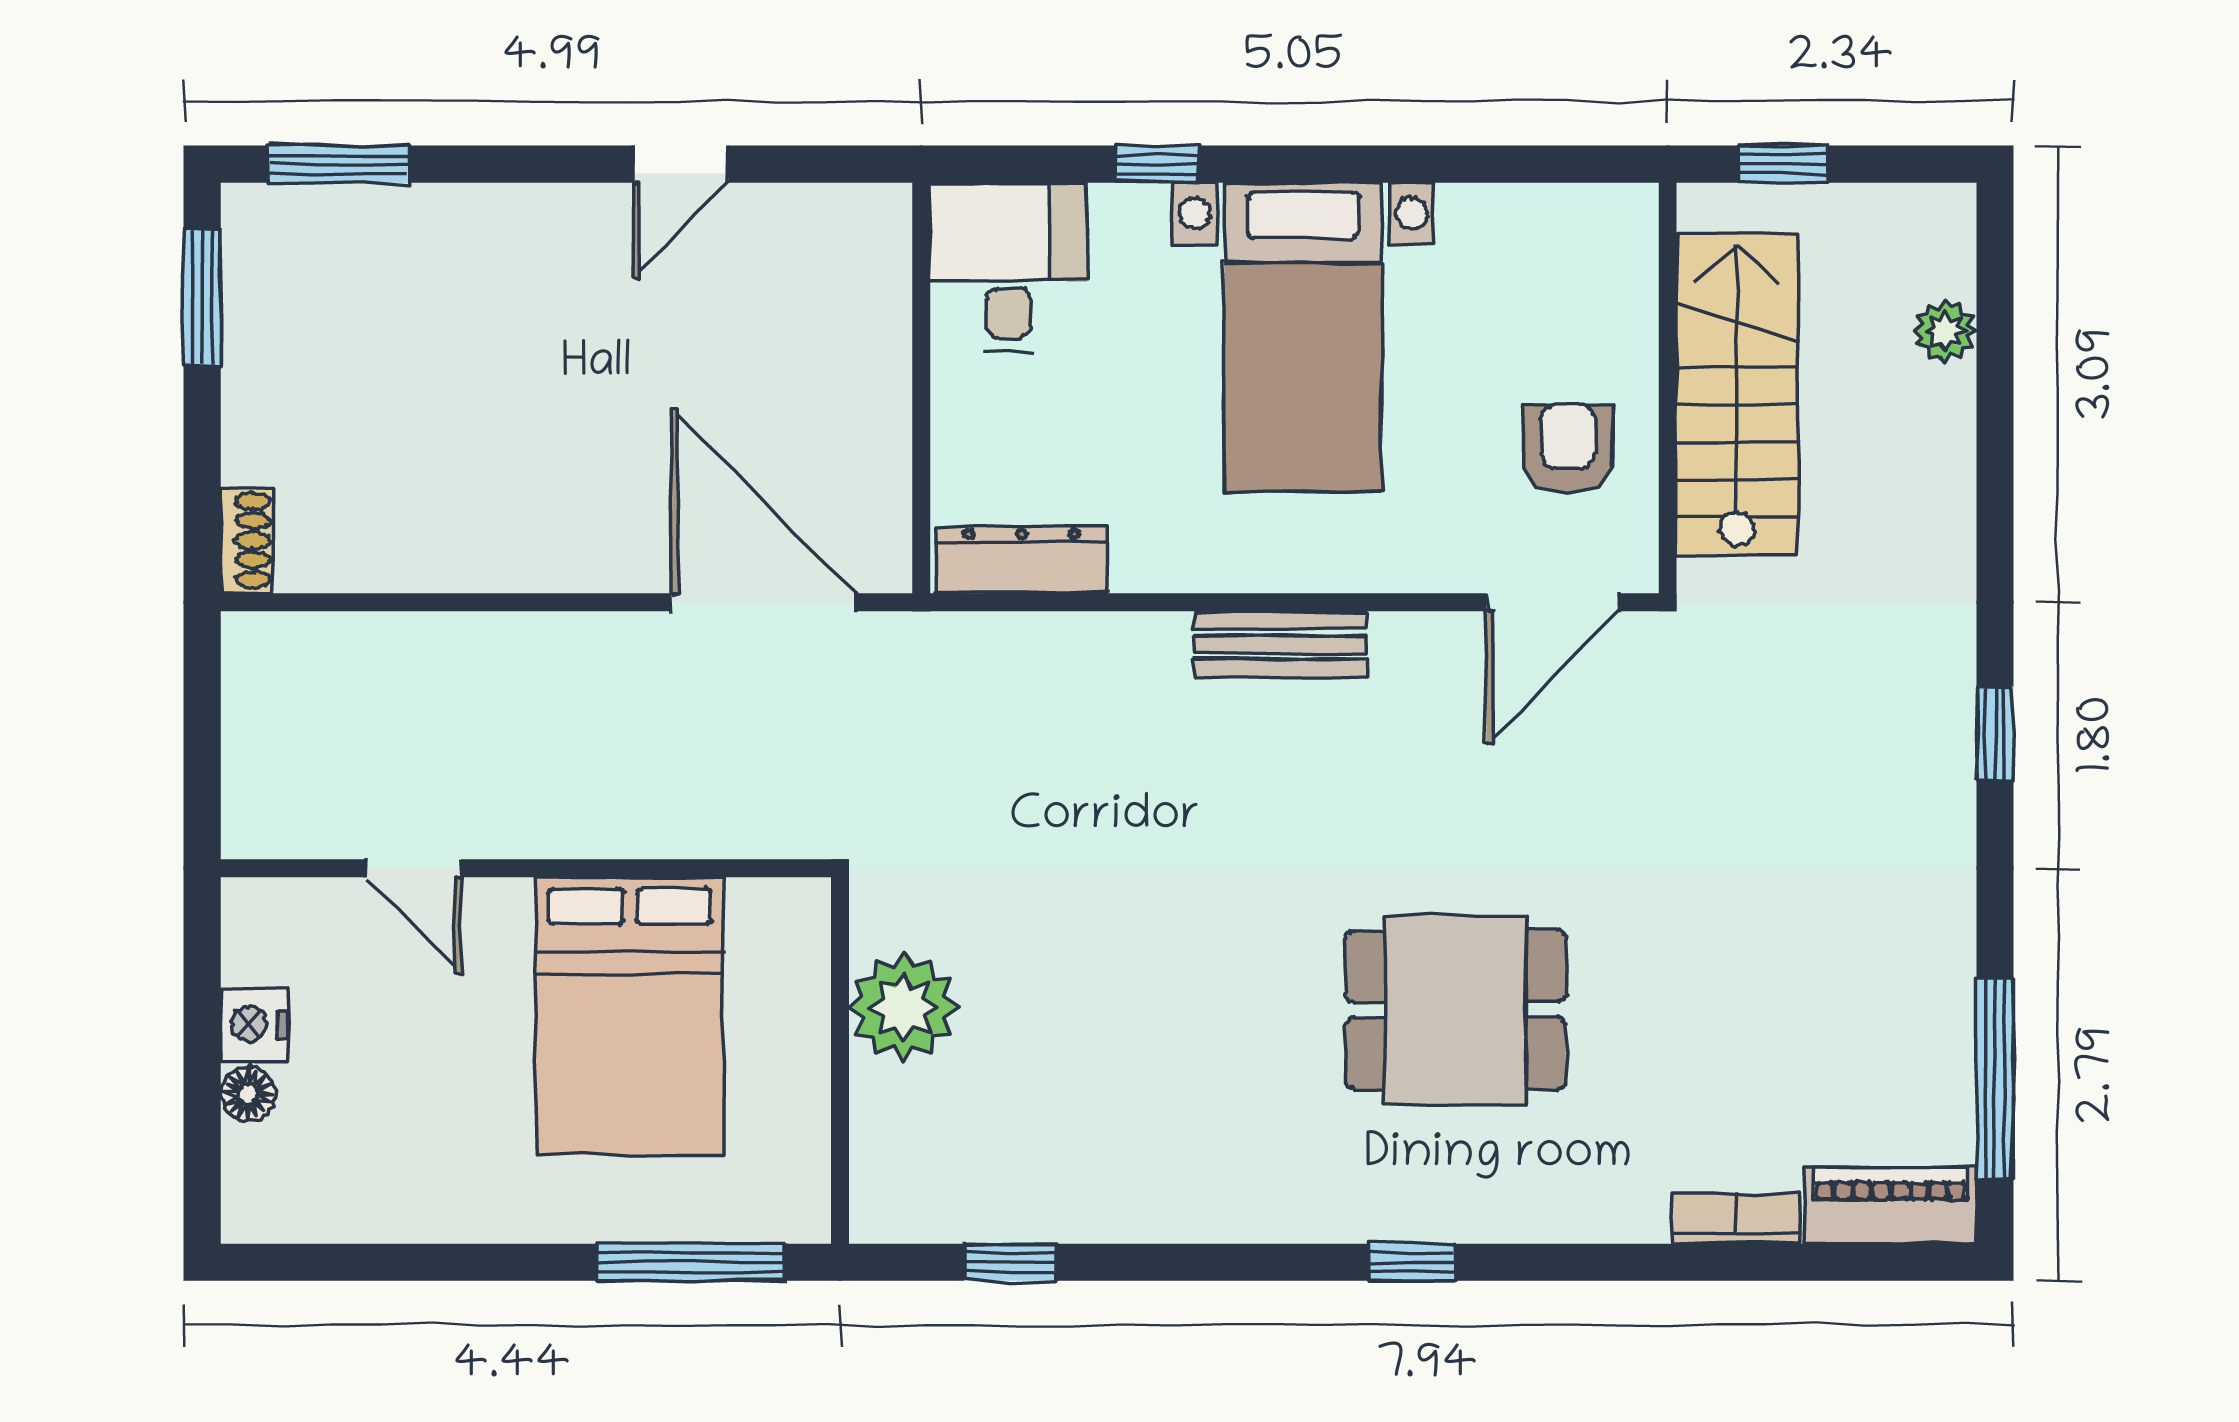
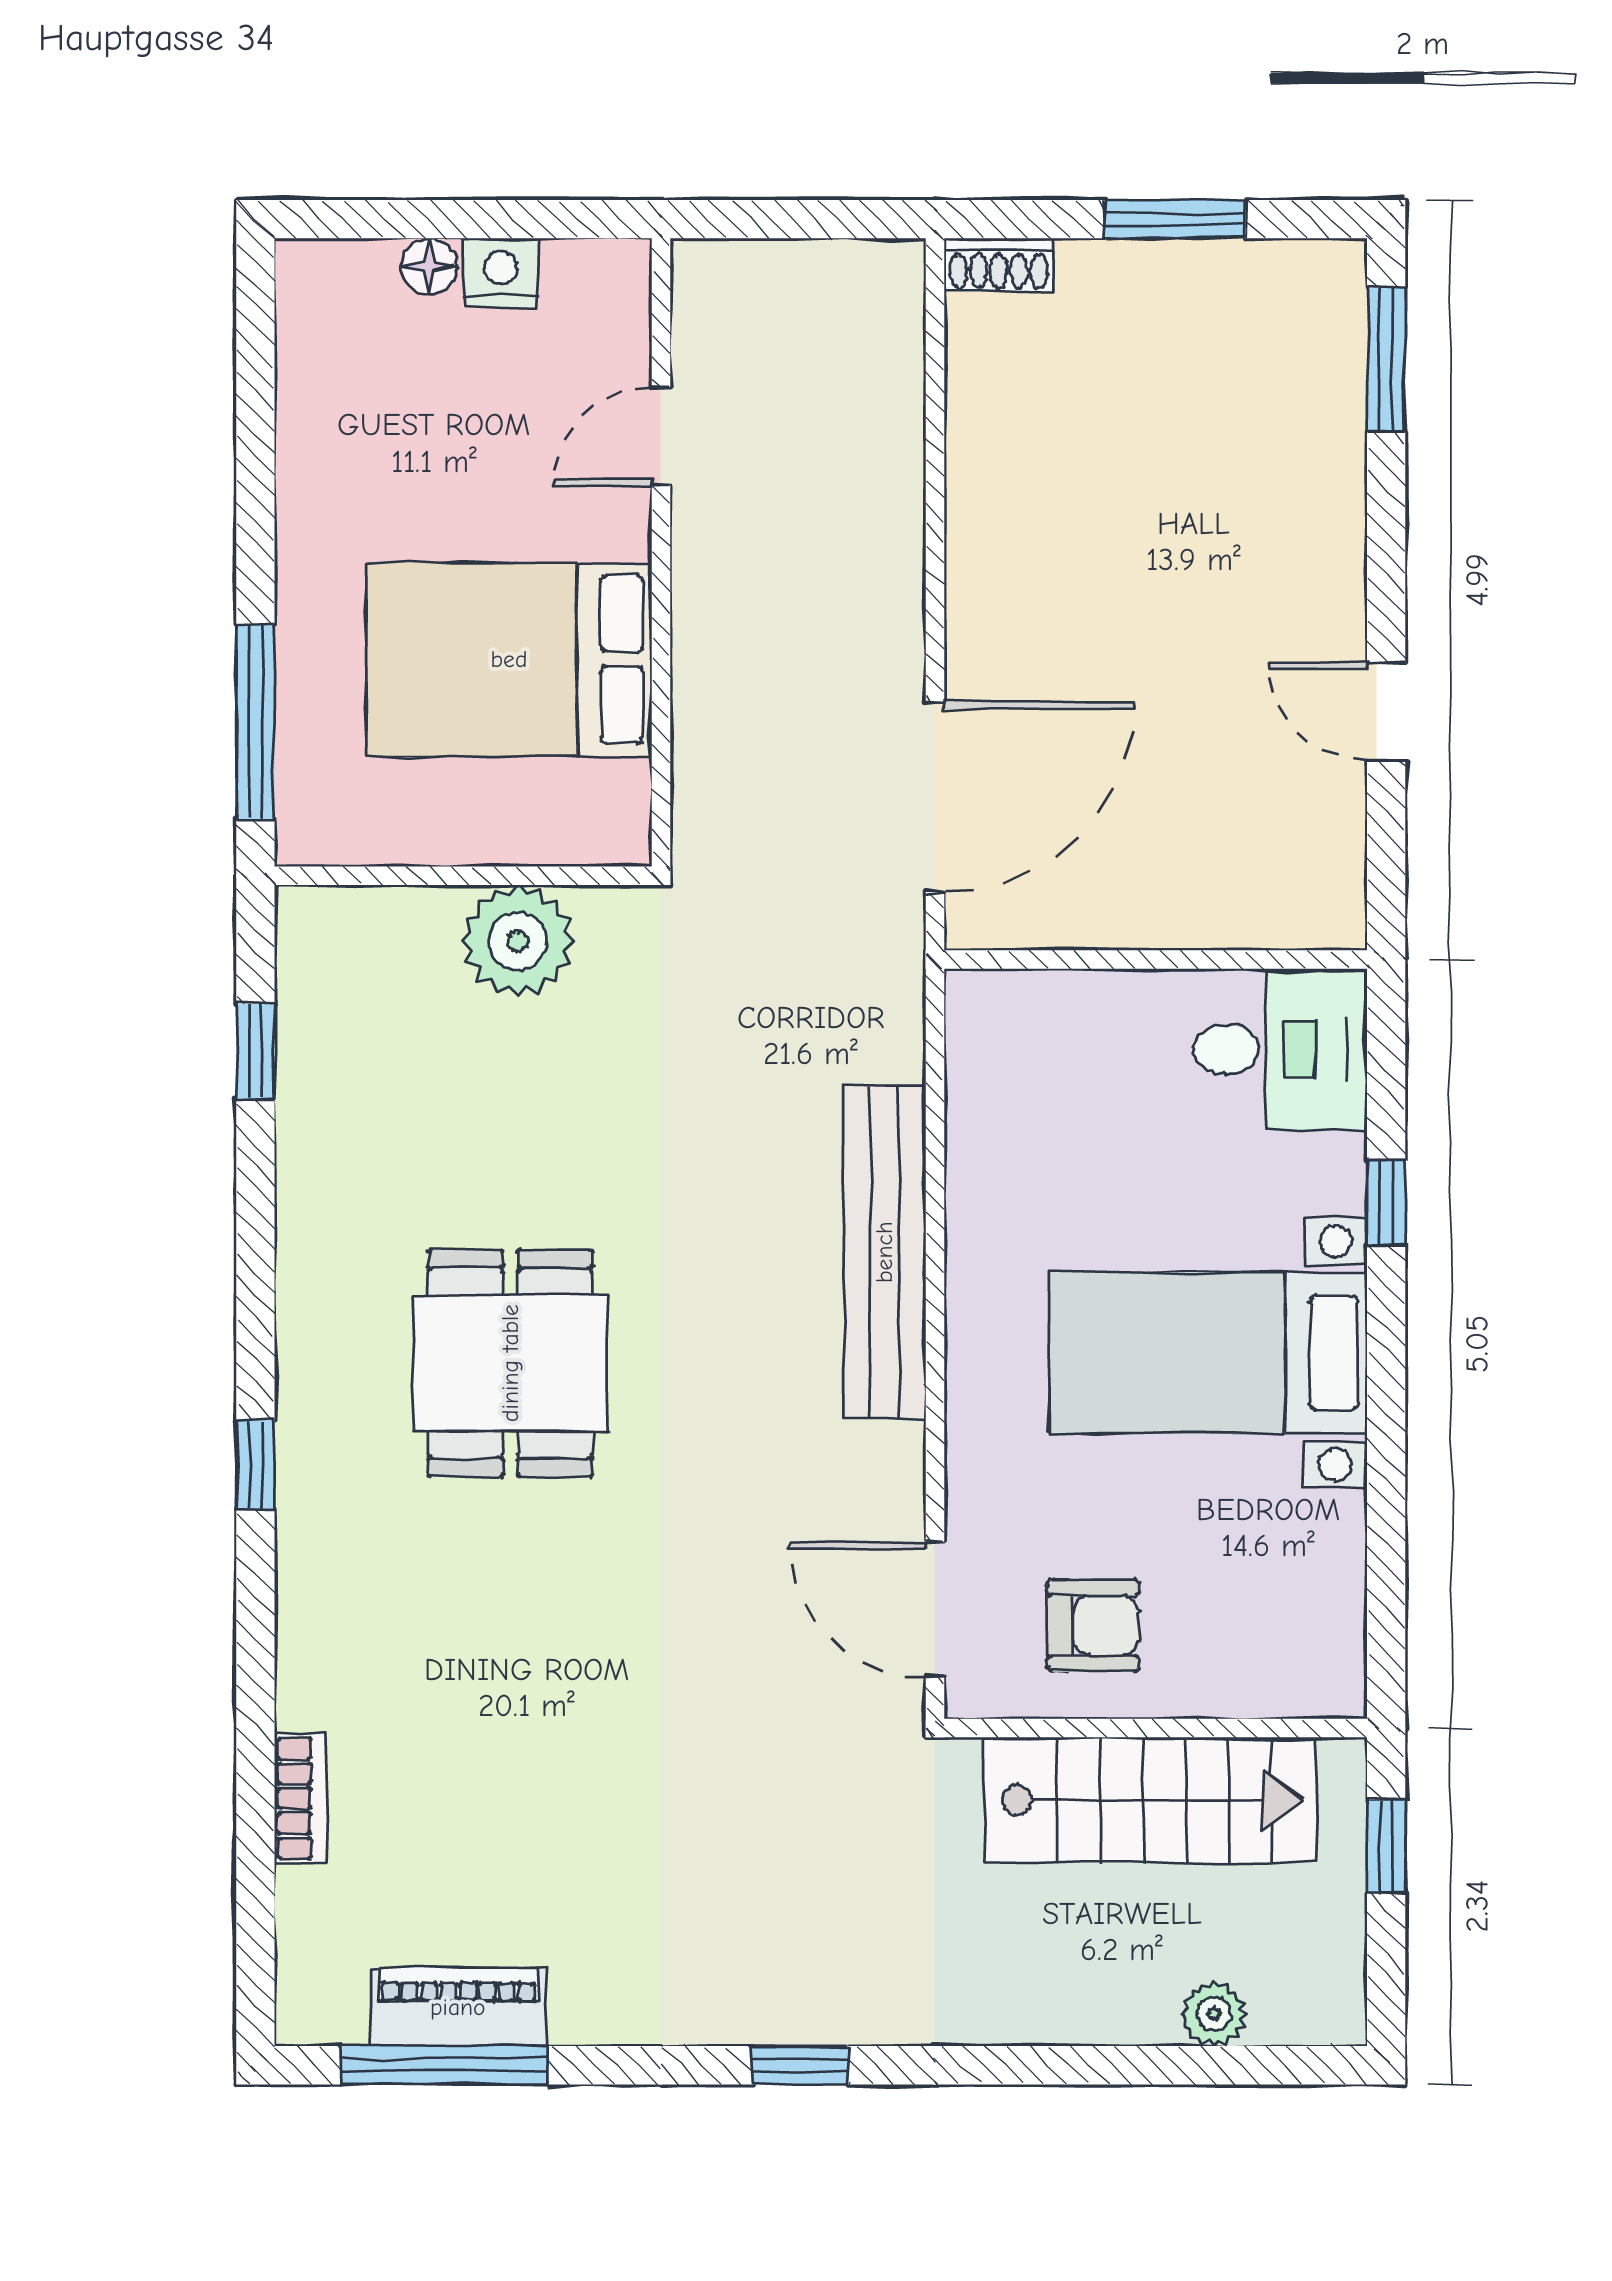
window: (202, 297) -> (1175, 219), moved
dresser: (1022, 560) -> (979, 1063), removed
bench: (1280, 644) -> (884, 1252), width x1.86, depth x1.21
dining table: (1455, 1010) -> (510, 1363), moved
piano: (1891, 1205) -> (458, 2007), moved, turned -90

